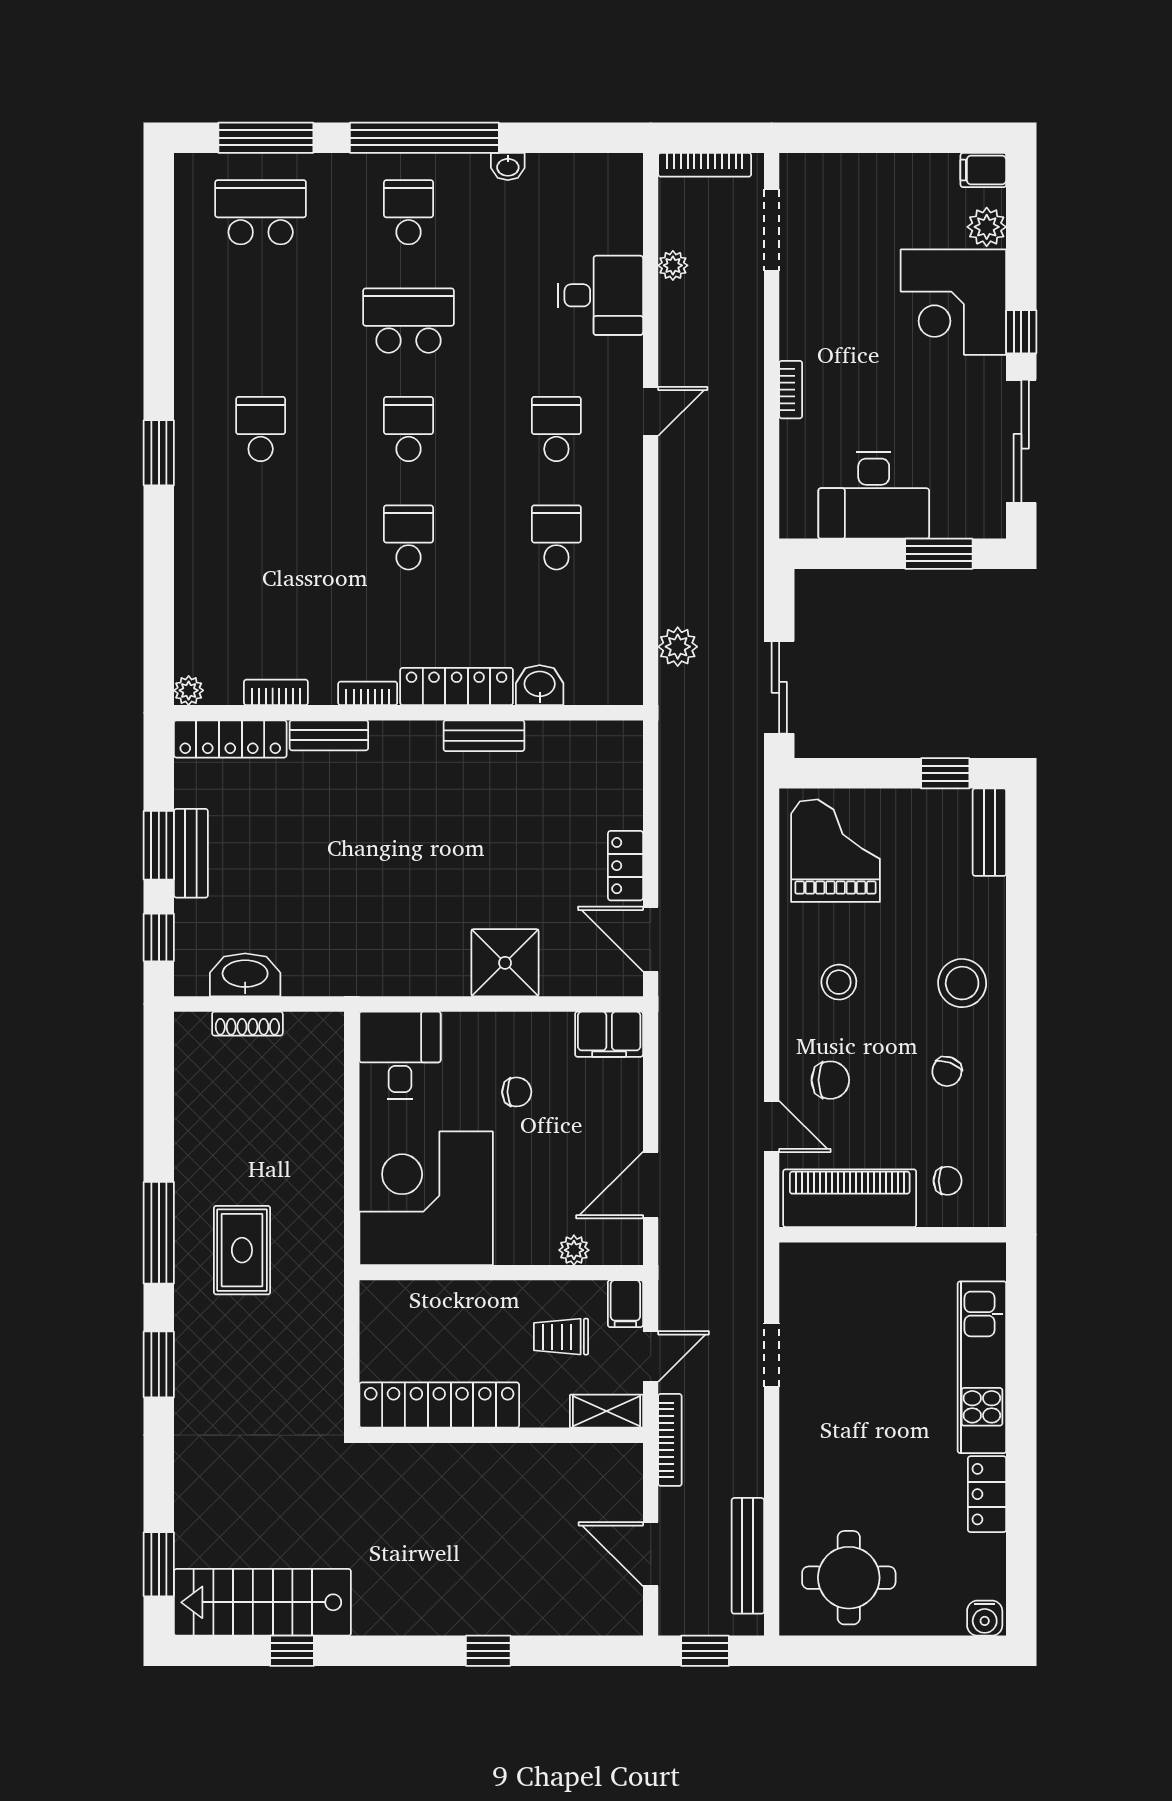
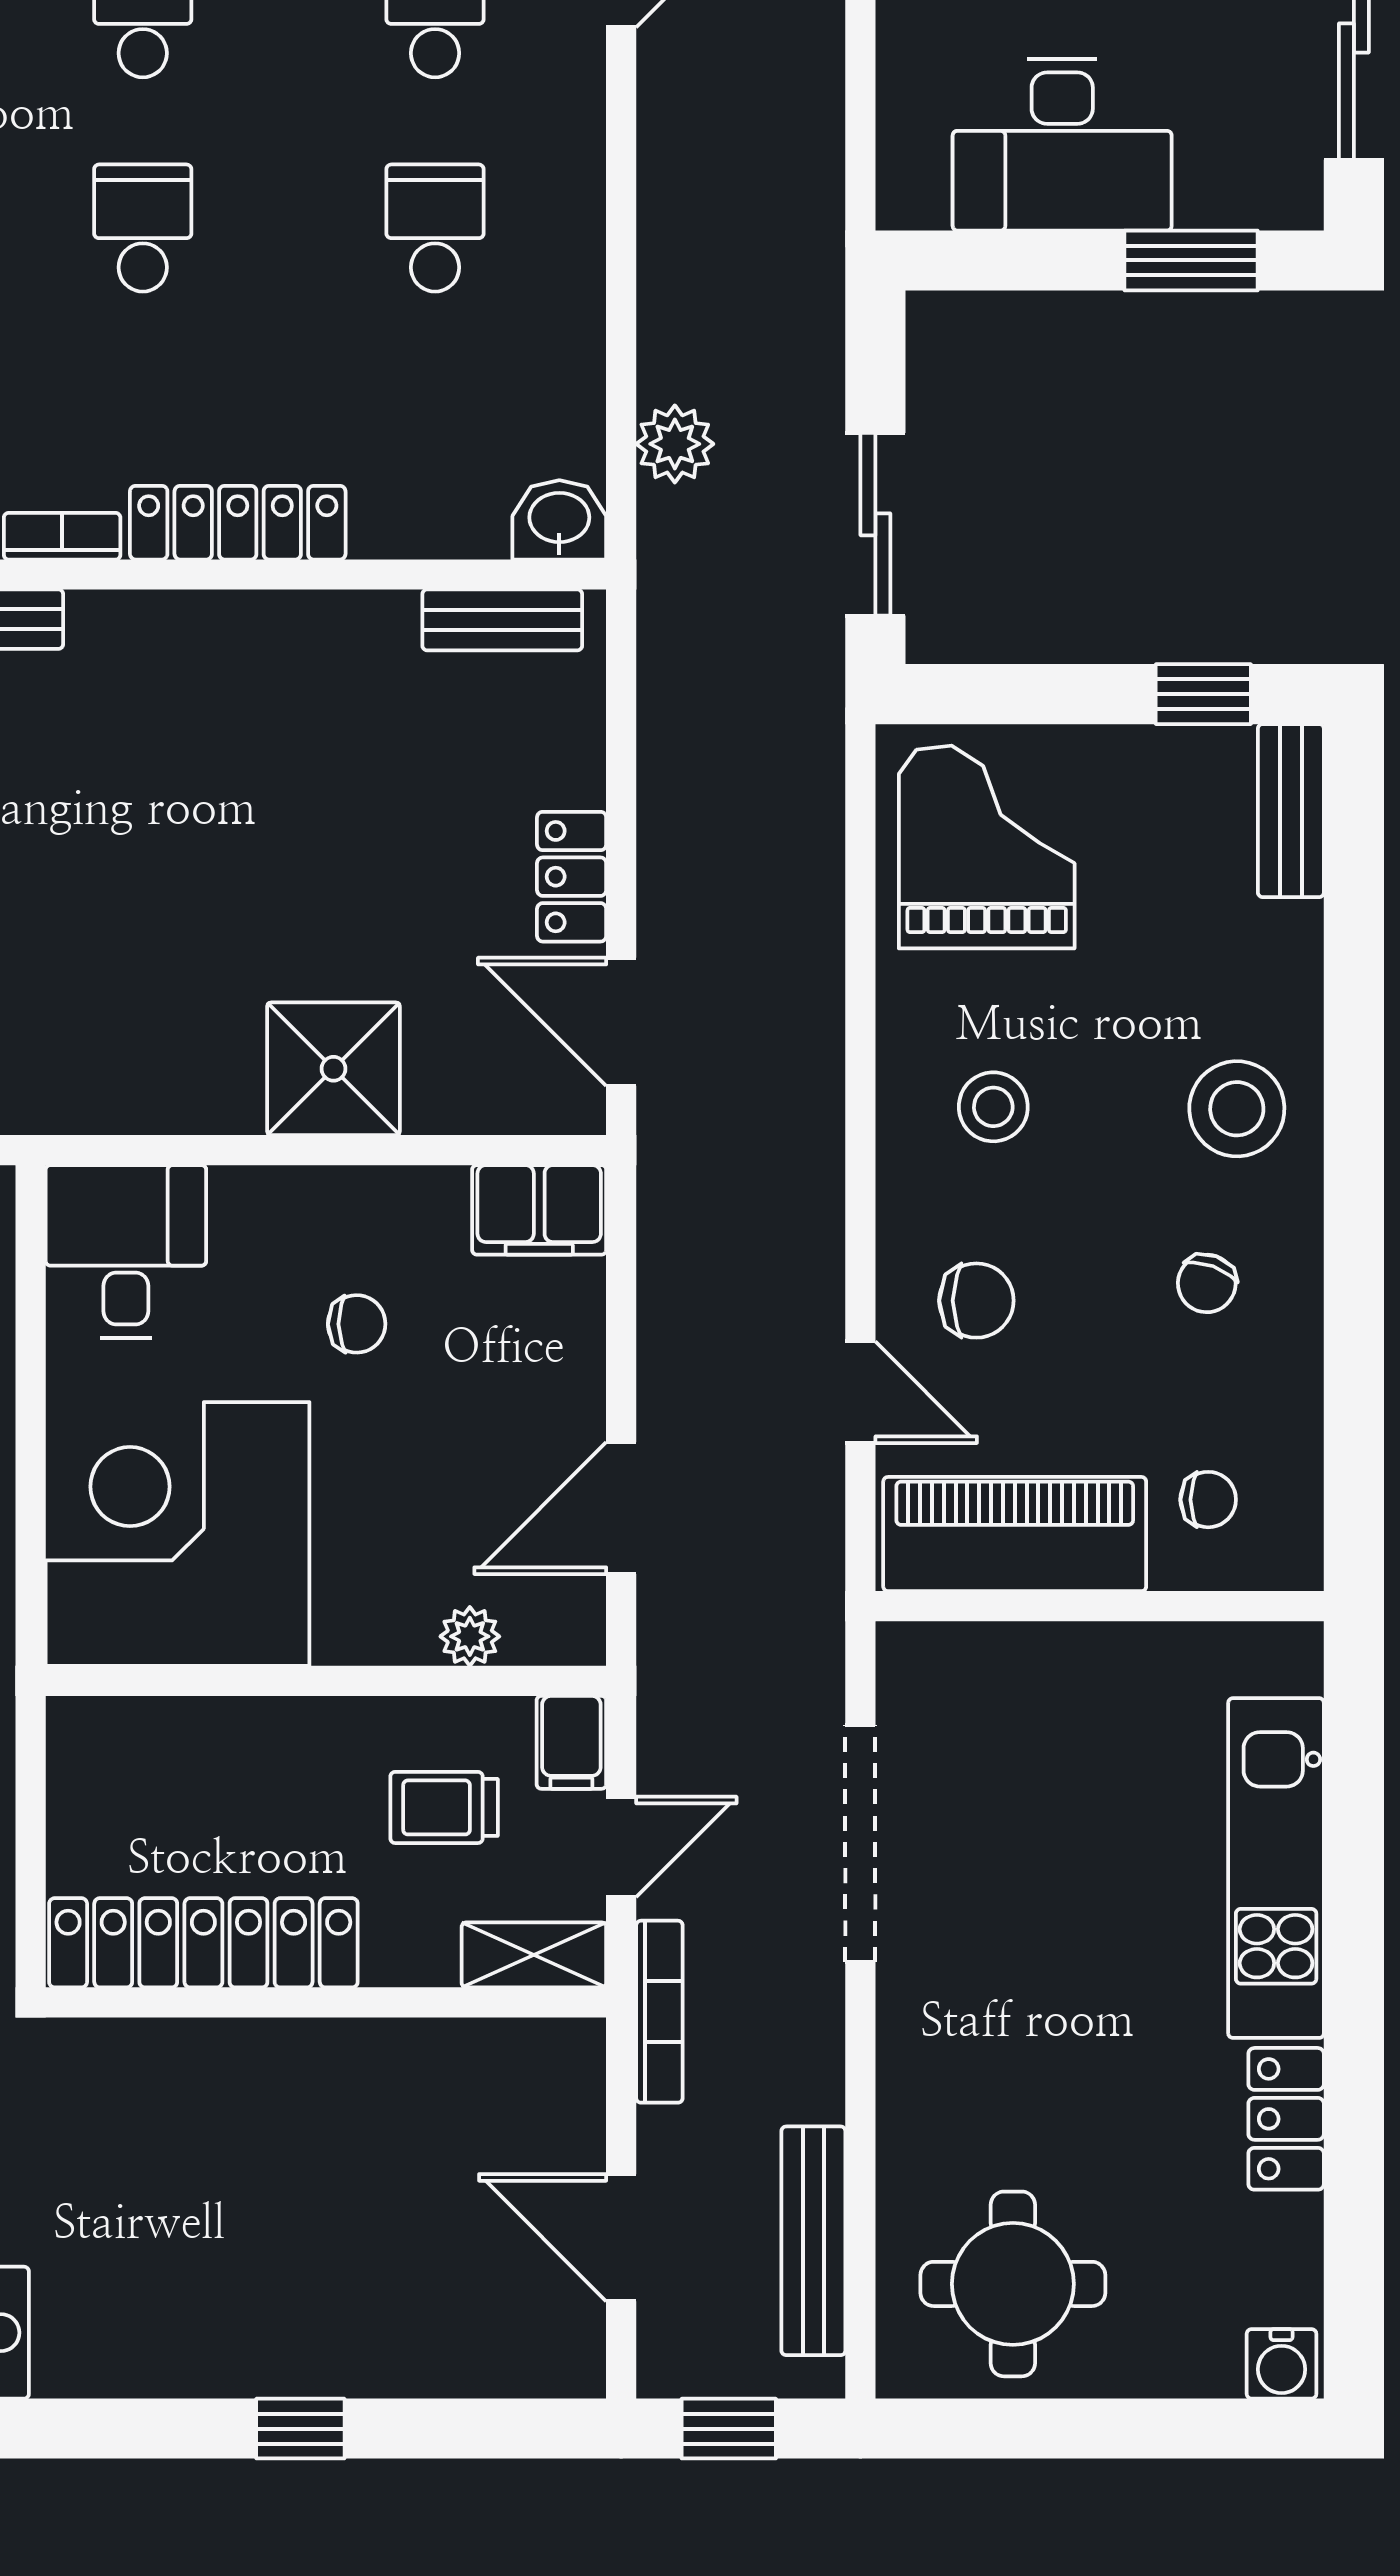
washbasin: (540, 685) -> (559, 520), moved
bench: (484, 736) -> (502, 620), moved
doorway: (772, 1355) -> (860, 1844), width x1.88

